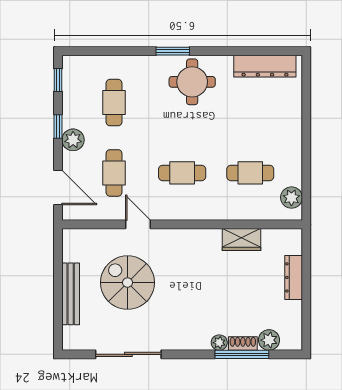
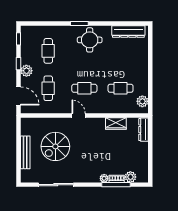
door: (138, 224) -> (79, 116), moved
dresser: (294, 277) -> (144, 130), moved
spiral stairs: (128, 283) -> (55, 146), turned -90

